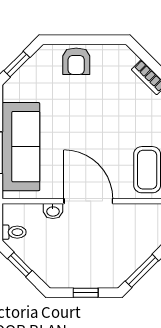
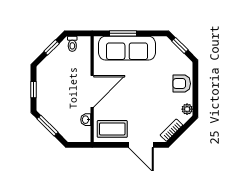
plant: (116, 53) -> (187, 109), added
washbasin: (53, 211) -> (86, 120), moved

